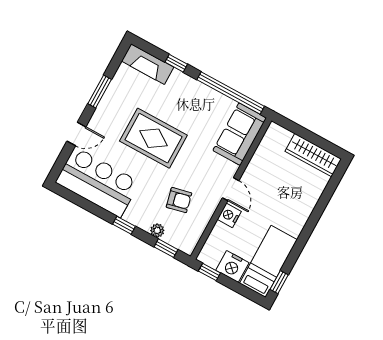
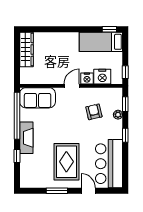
fireplace: (148, 64) -> (26, 138), moved
rug: (153, 138) -> (66, 162), moved
nightstand: (232, 266) -> (102, 77), moved, turned 90

